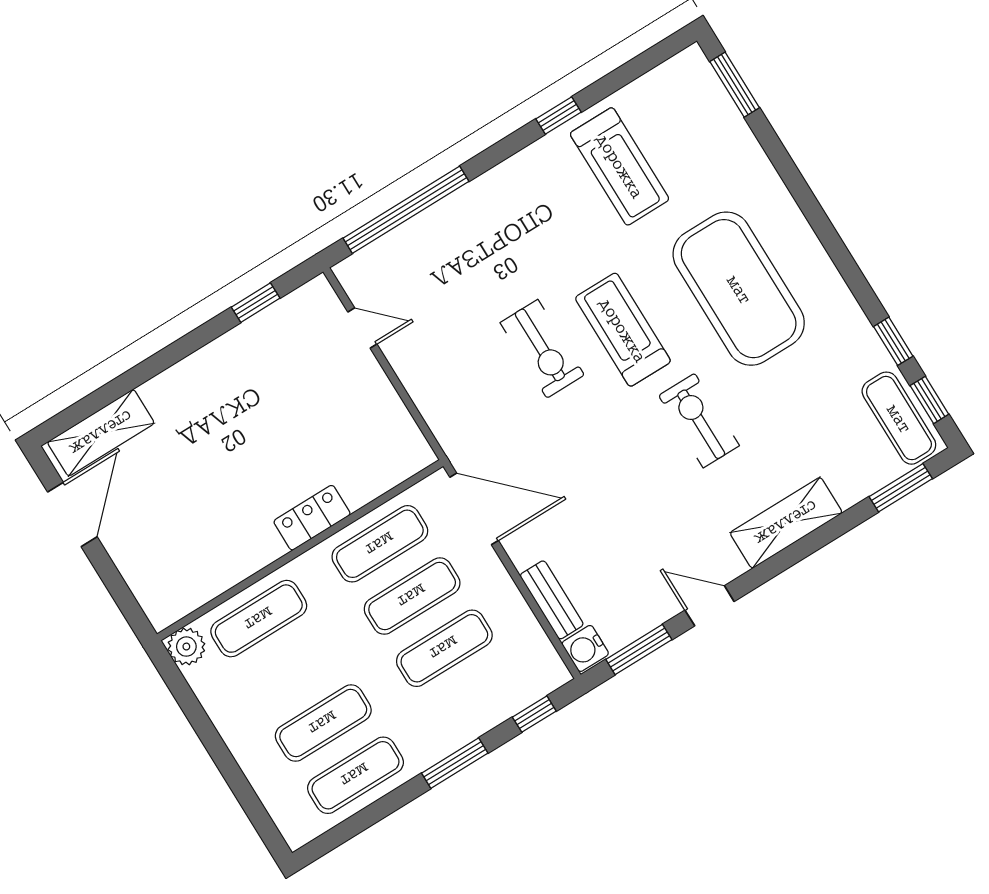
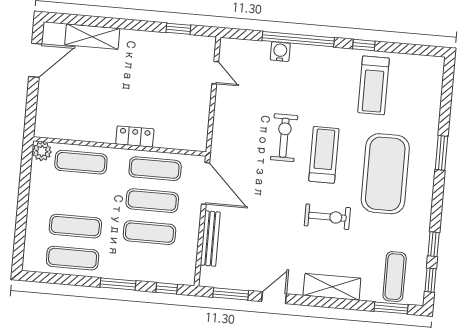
window: (735, 85) -> (442, 153), moved
window: (406, 210) -> (298, 39), moved
exercise bike: (542, 349) -> (284, 138), turned 180
exercise mat: (899, 418) -> (395, 277), moved
exercise bike: (699, 421) -> (327, 217), turned 90
shelving: (101, 433) -> (92, 37), moved
bench: (552, 600) -> (210, 239), width x1.36
door: (710, 606) -> (274, 298), hinge flipped
water cooler: (585, 648) -> (280, 52), moved, turned 90

